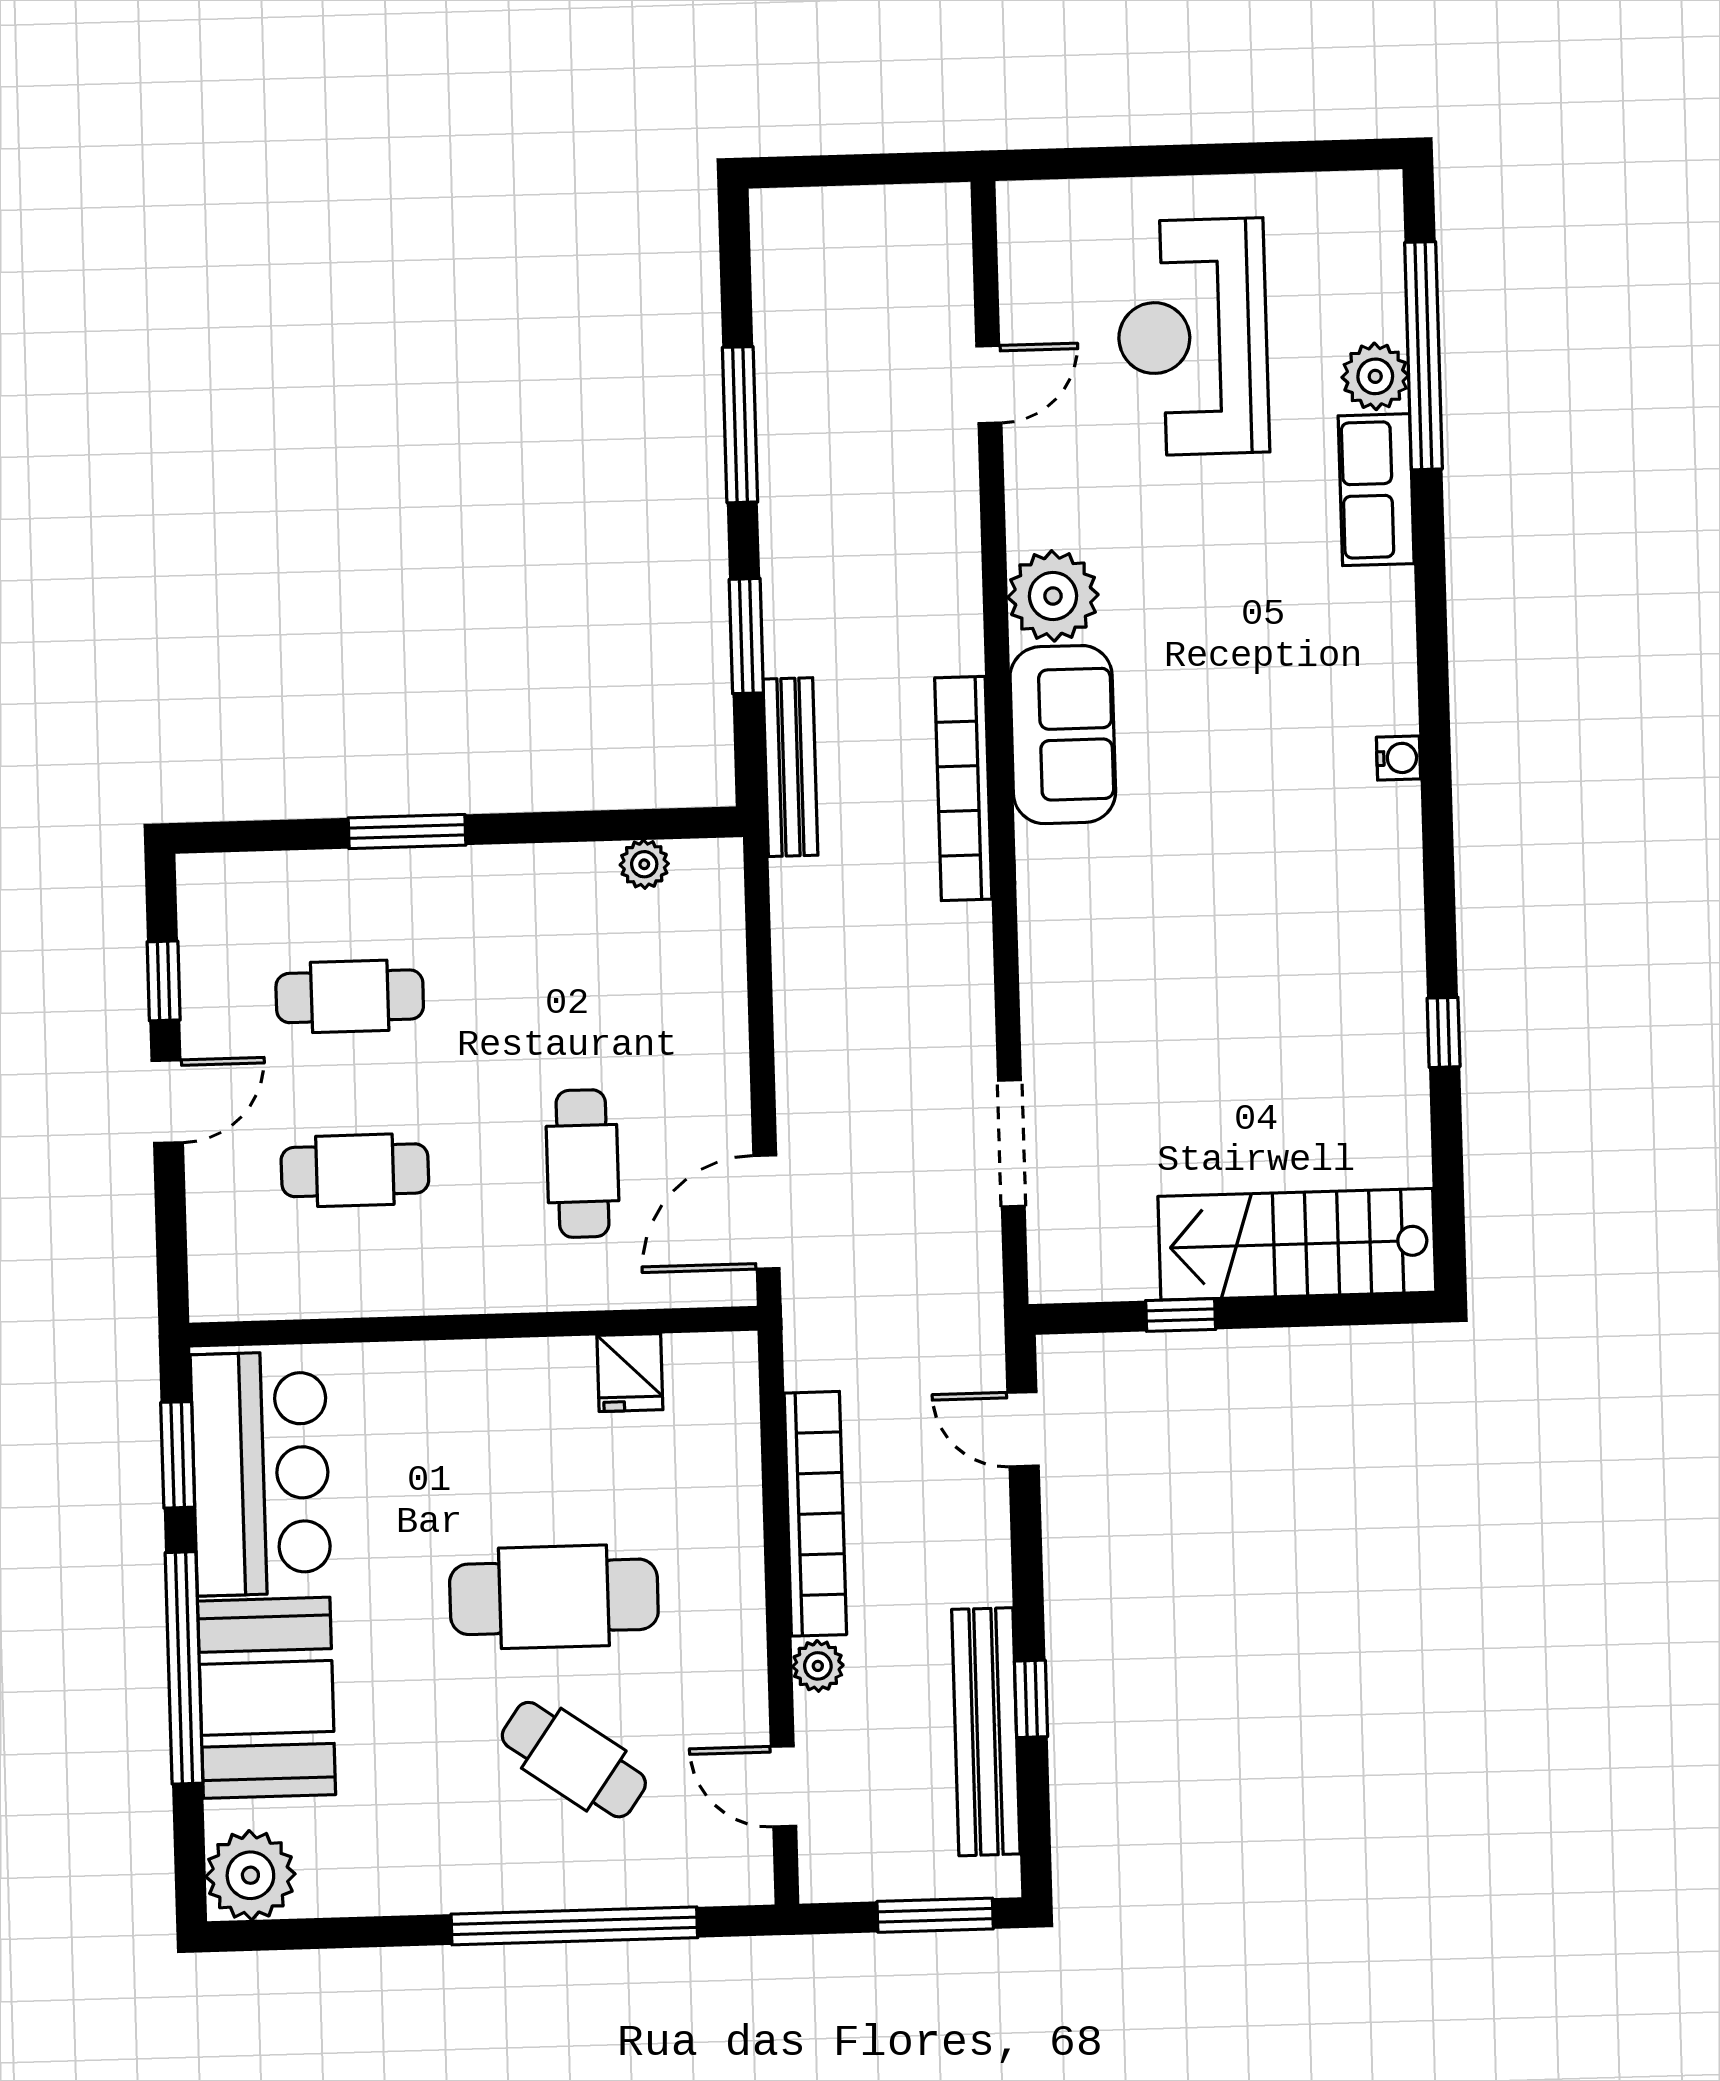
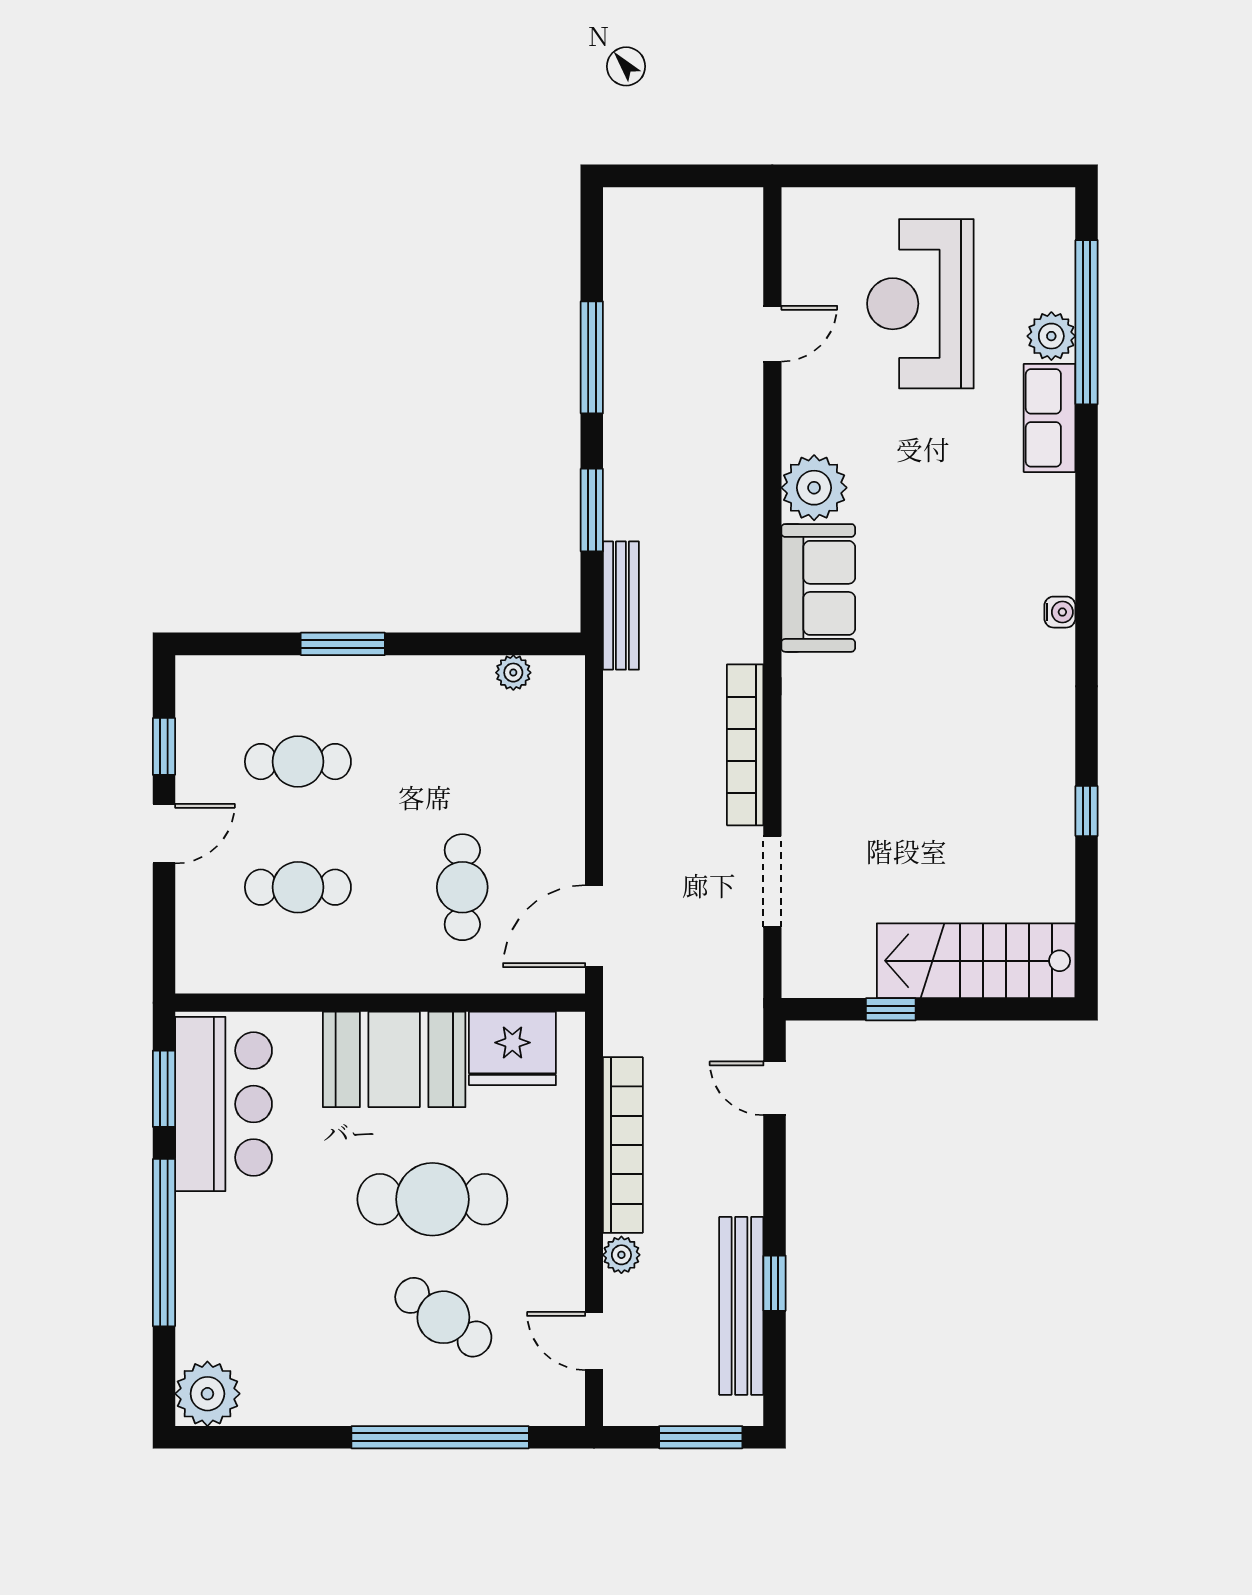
bookcase: (963, 788) -> (745, 745), moved
fridge: (630, 1373) -> (512, 1048), width x1.88, depth x1.34
booth: (267, 1698) -> (394, 1059), moved, turned 90

